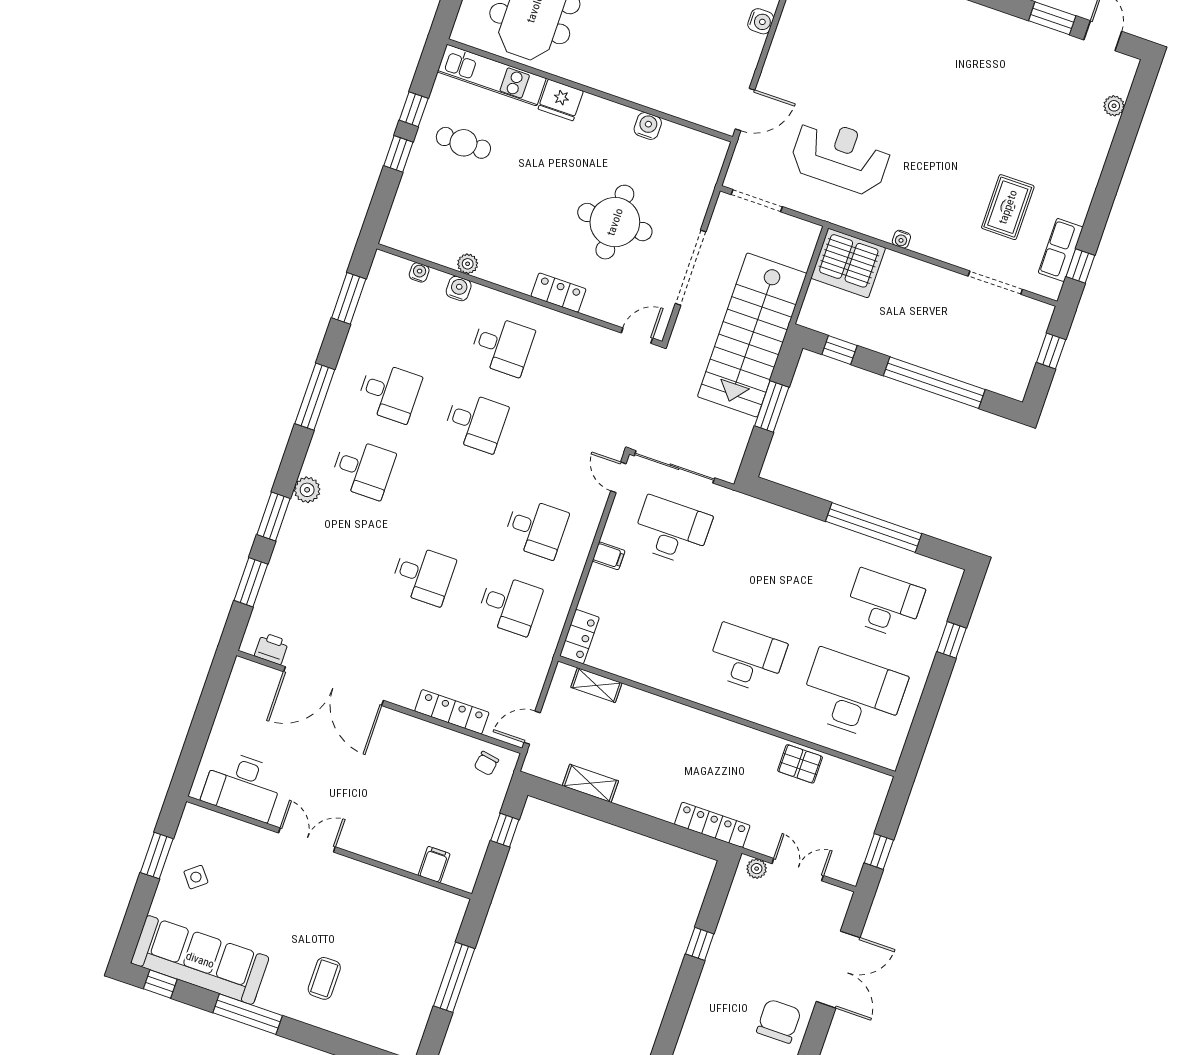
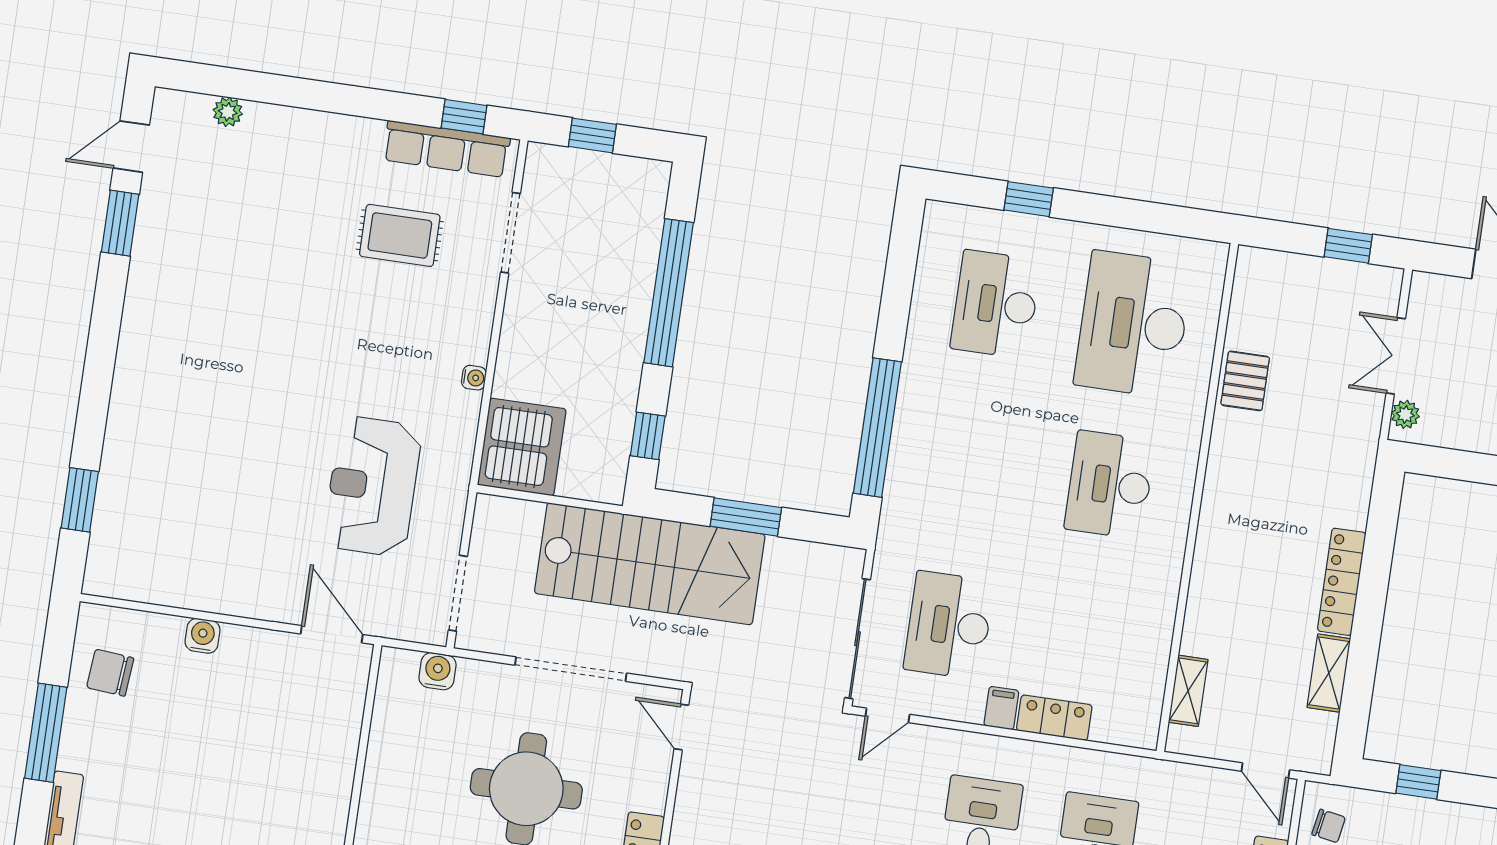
water cooler: (648, 126) -> (438, 671), moved, turned 90
row of seats: (1061, 250) -> (446, 149), width x1.48
window: (874, 527) -> (877, 428), moved
locker: (579, 637) -> (1054, 718), moved
locker: (712, 825) -> (1342, 582), moved

